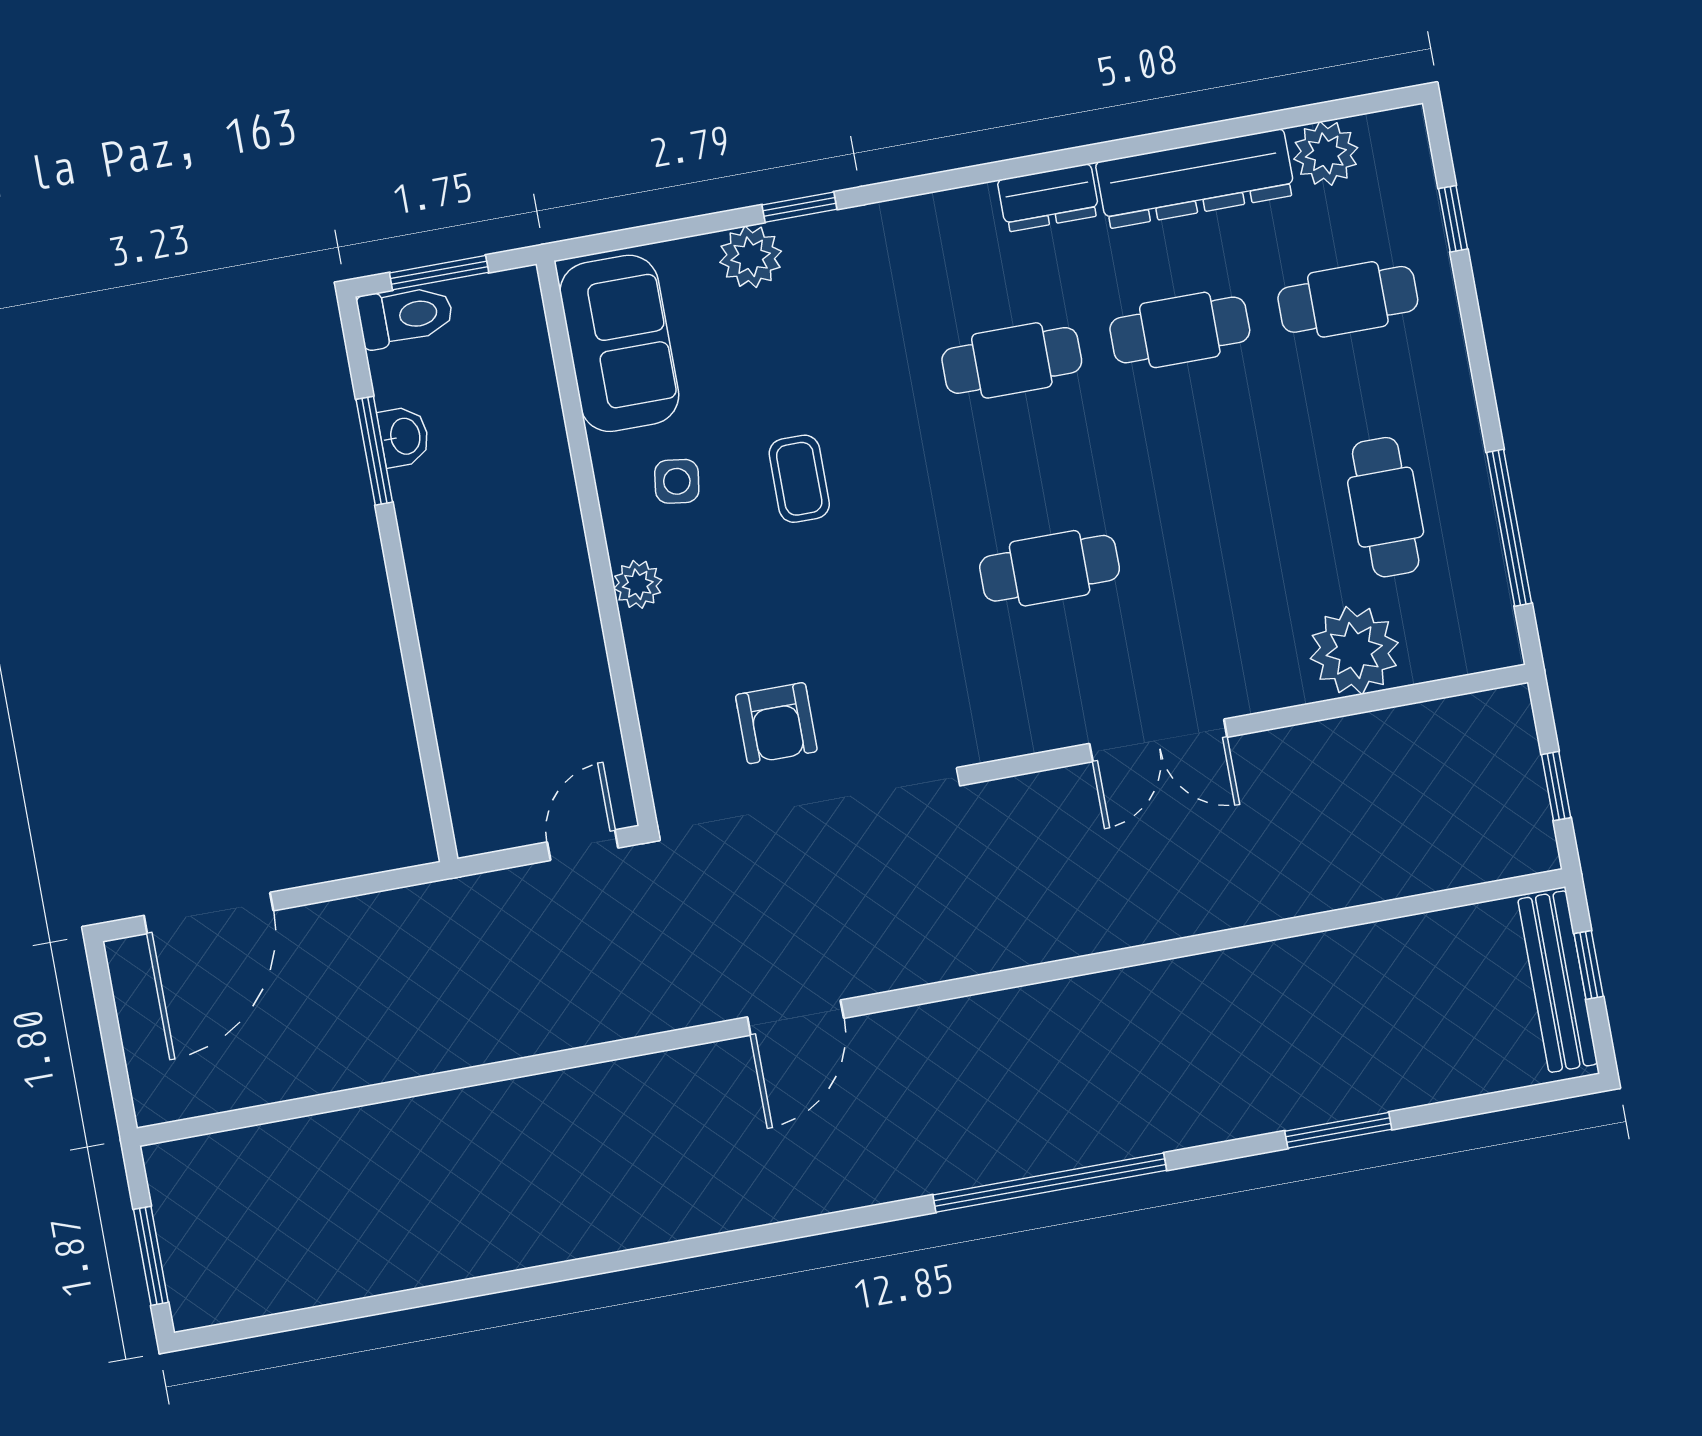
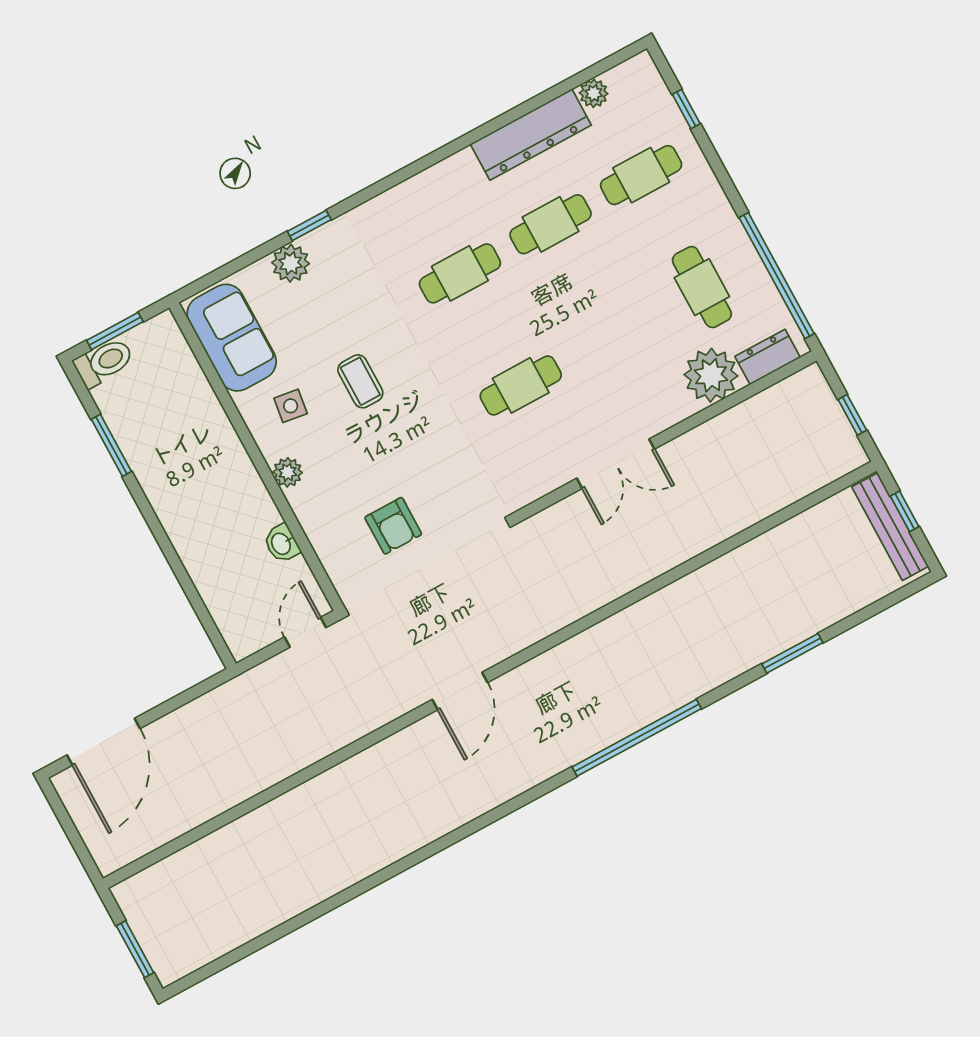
plant: (1326, 153) -> (594, 93), width x0.73, depth x0.73
dresser: (1048, 198) -> (768, 357), moved, turned 180
washbasin: (404, 436) -> (282, 543), moved, turned 180
window: (1509, 528) -> (777, 276), width x1.46

